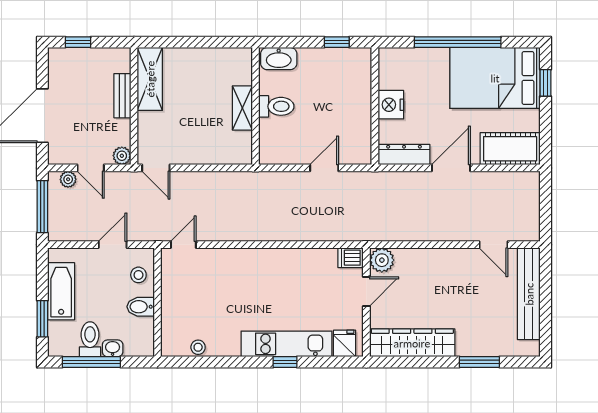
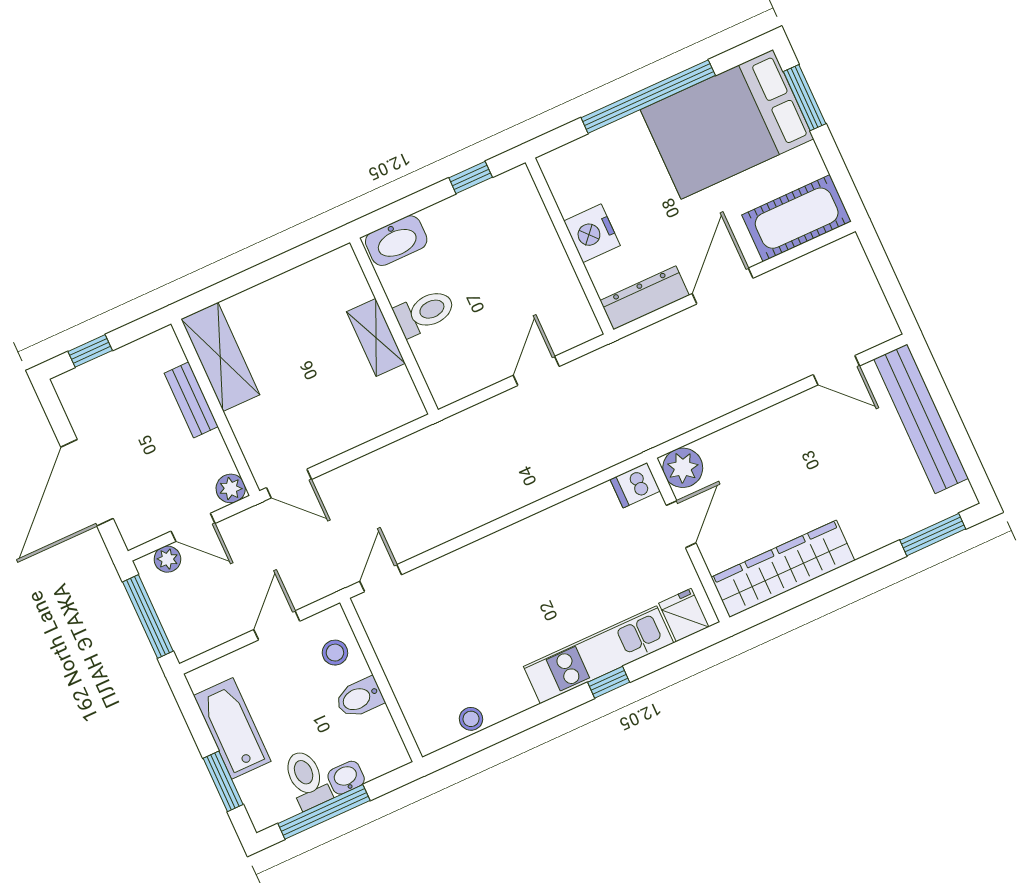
window: (545, 83) -> (805, 98), width x1.50
window: (479, 362) -> (933, 535), moved

